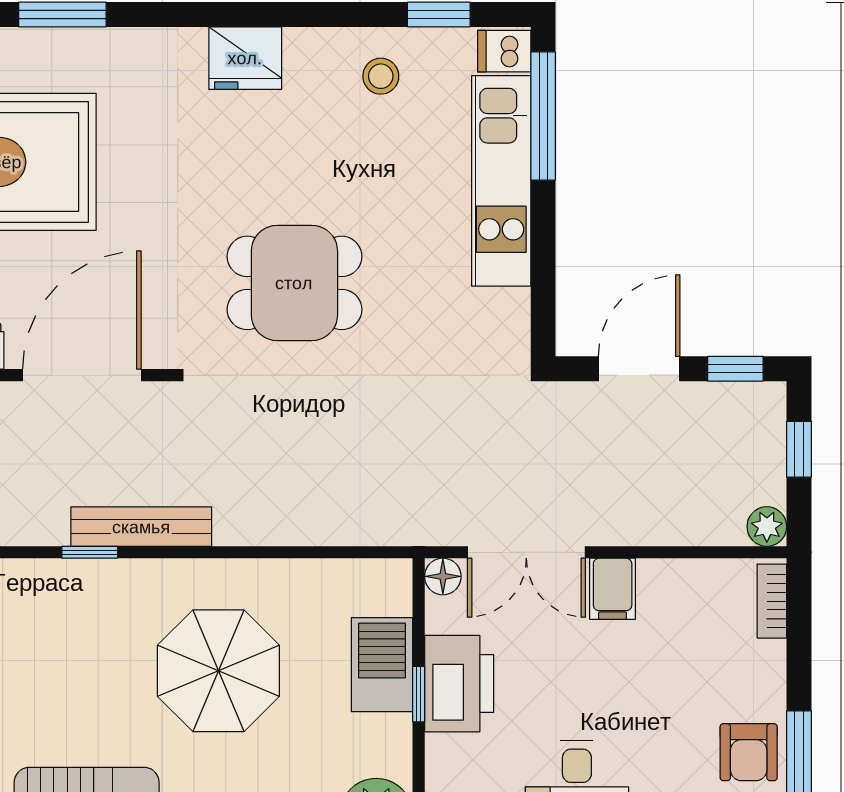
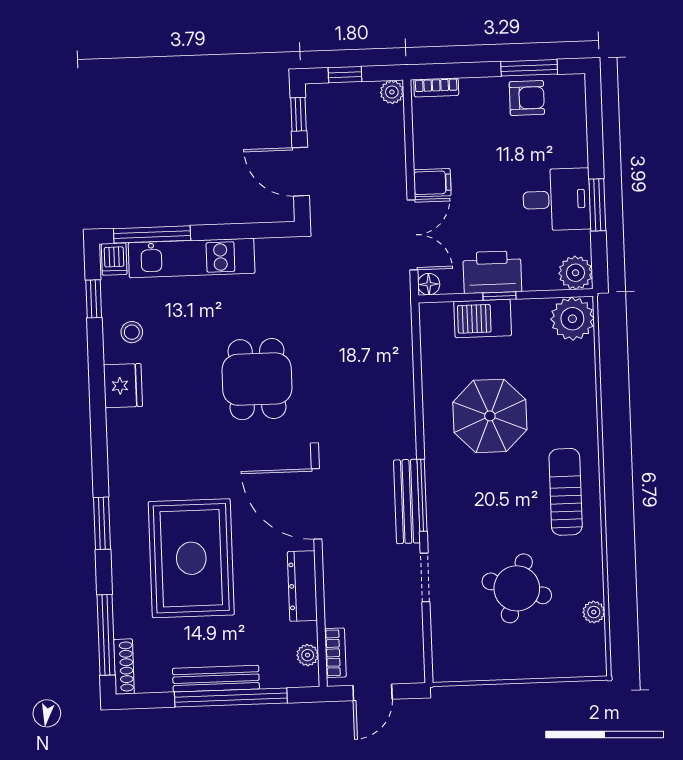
fridge: (245, 58) -> (123, 386), moved
bench: (141, 527) -> (407, 501), moved
window: (90, 552) -> (422, 495), width x2.17

